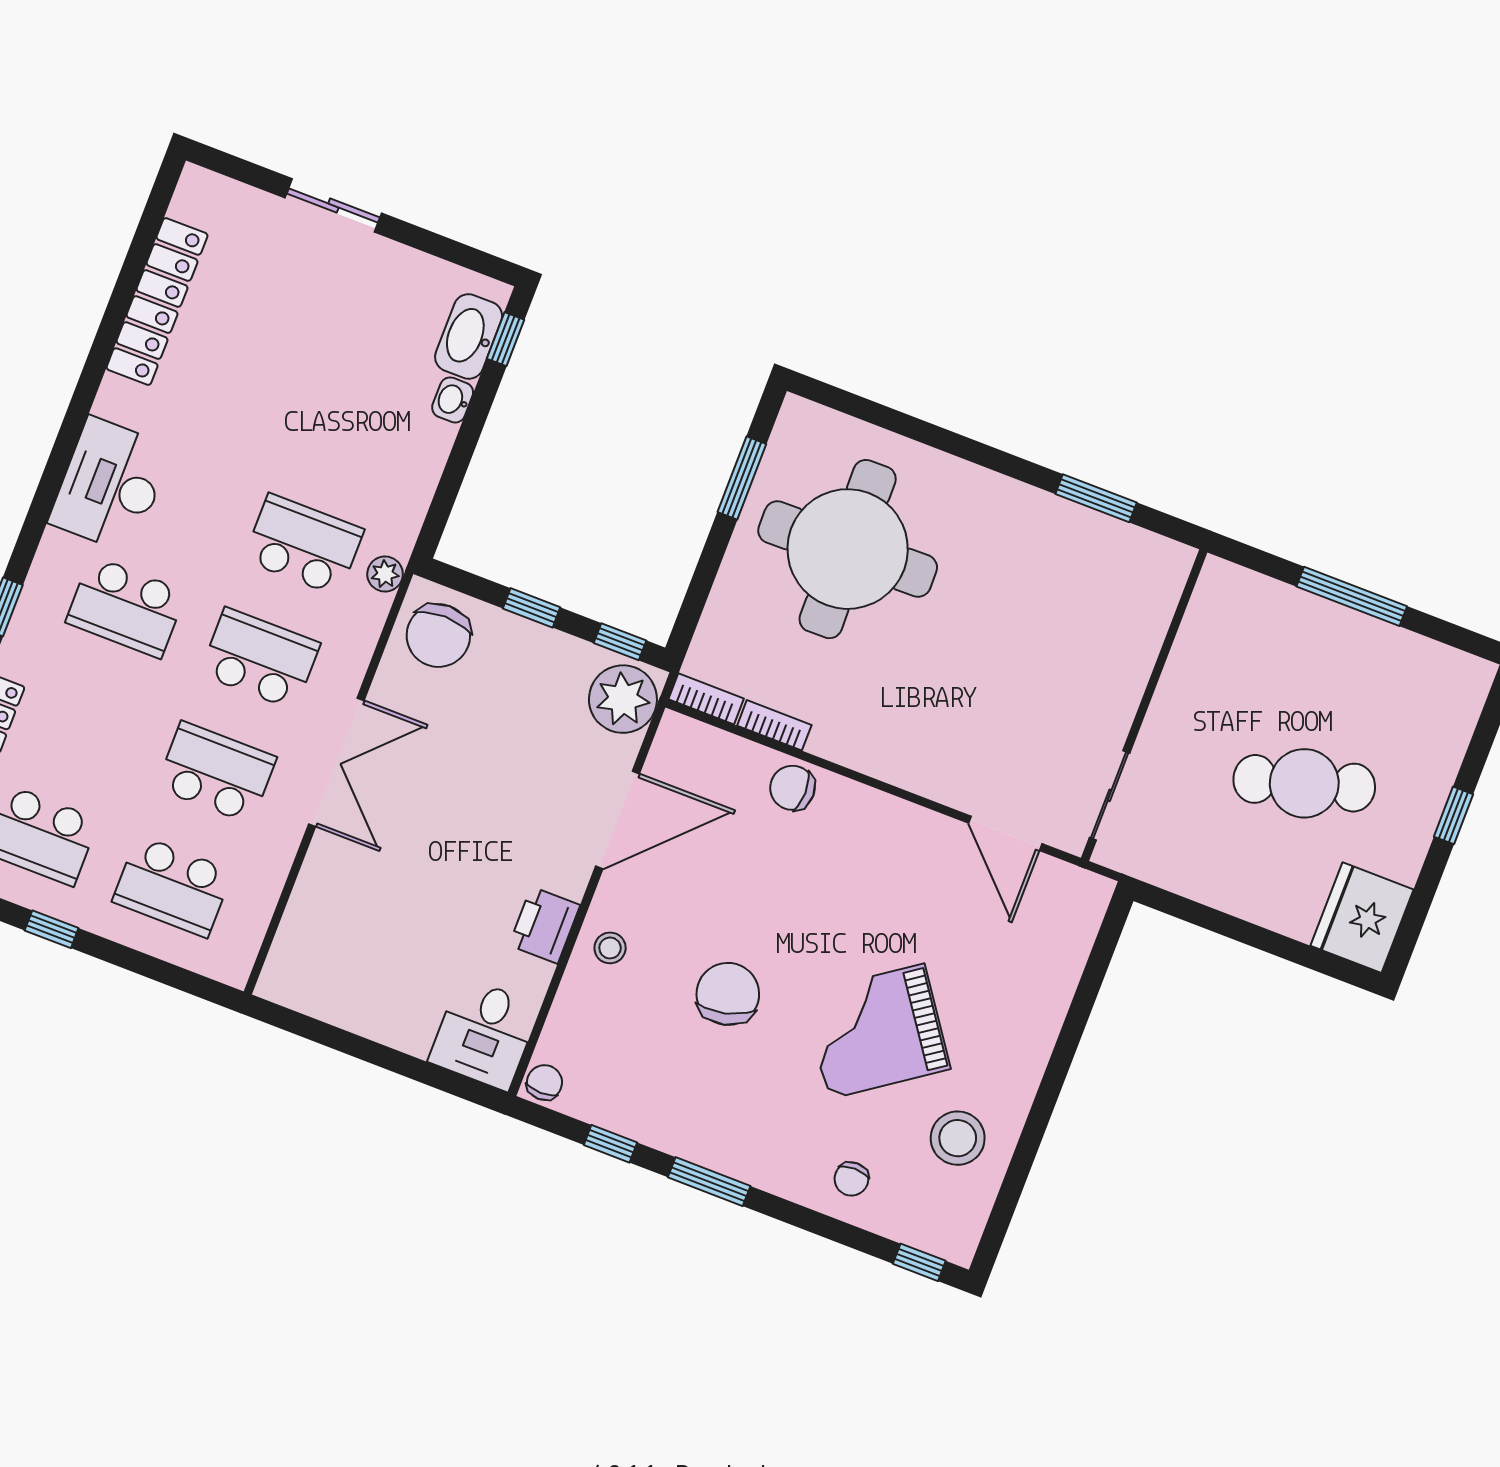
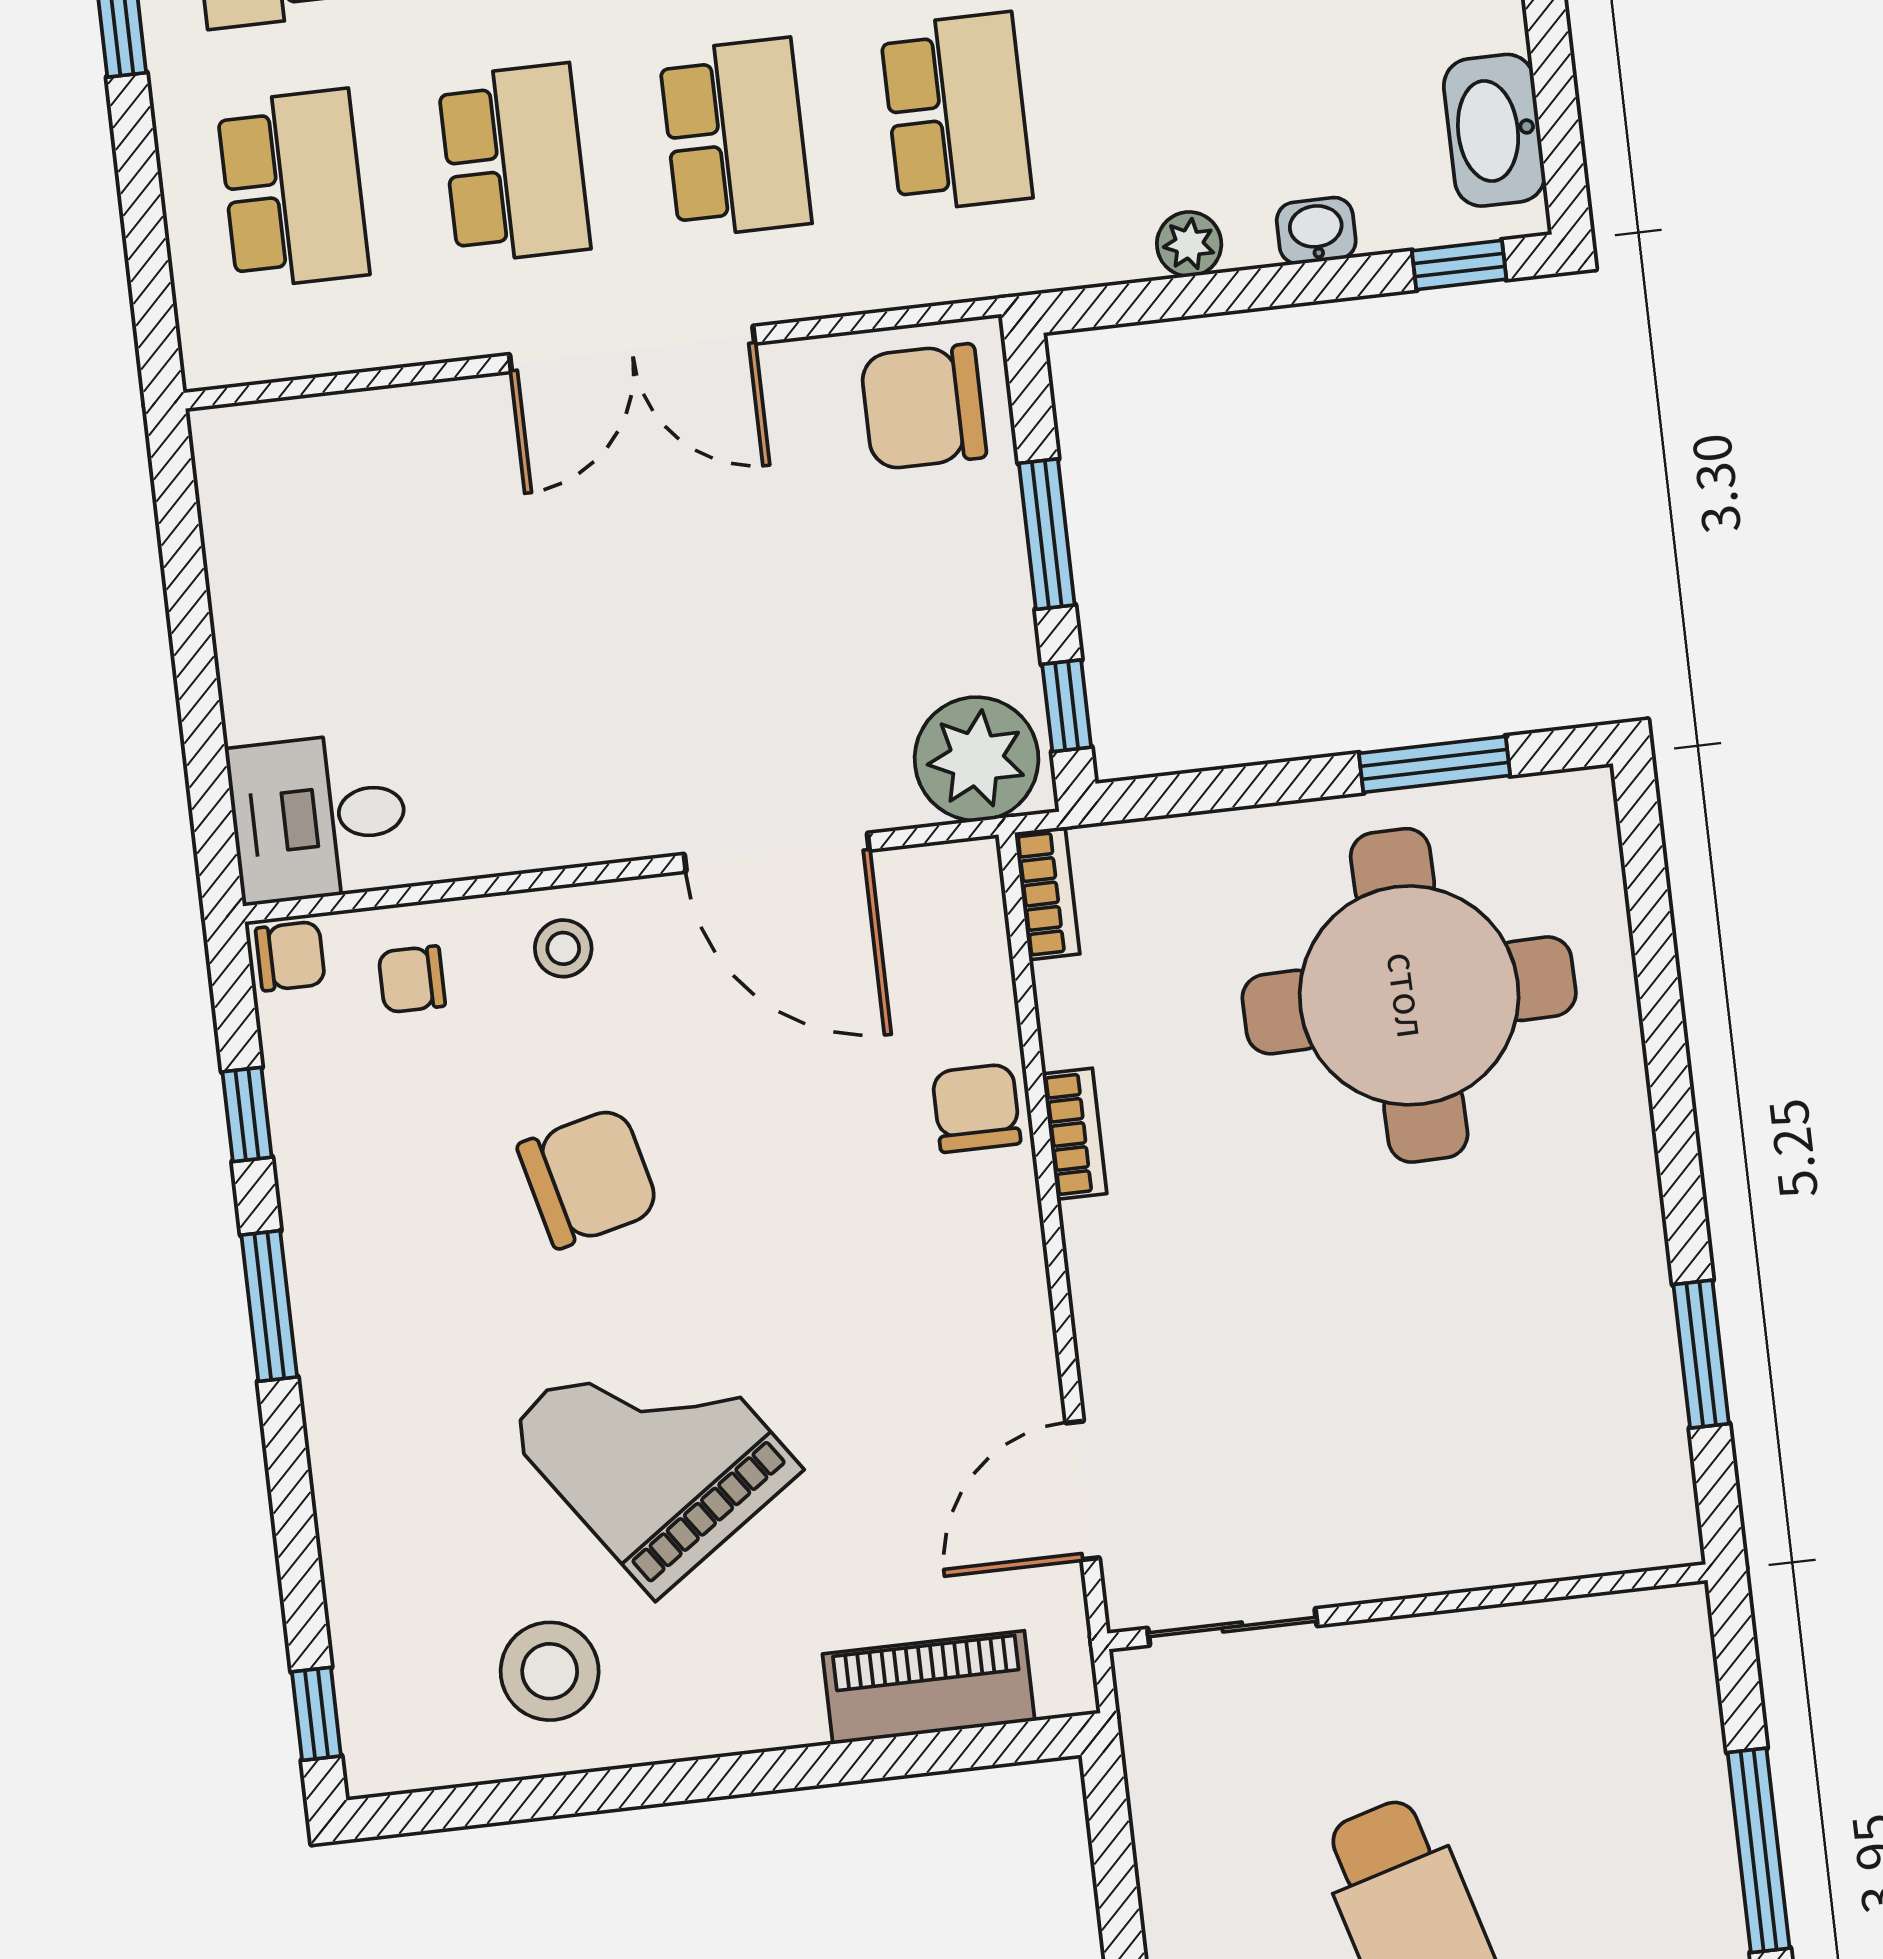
washbasin: (469, 336) -> (1494, 130), moved, turned -90
plant: (385, 574) -> (1189, 244), moved
window: (532, 608) -> (1047, 534), width x1.50
bookcase: (774, 725) -> (1075, 1134), moved
school desk: (172, 886) -> (293, 189), turned 180
printer: (544, 925) -> (545, 823), removed
piano: (1062, 958) -> (929, 1687), added
chair: (851, 1179) -> (412, 979), moved

